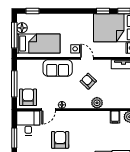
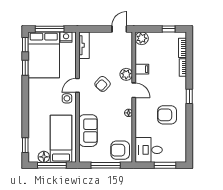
sofa: (58, 68) -> (88, 131), moved
door: (49, 110) -> (134, 90), moved
filing cabinet: (115, 117) -> (142, 69), moved

